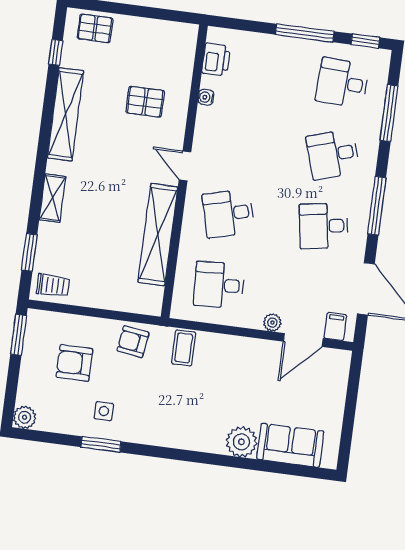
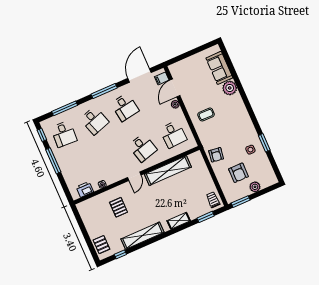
door: (303, 340) -> (175, 88), swing flipped
coffee table: (184, 348) -> (206, 114), moved
plant: (25, 417) -> (255, 187), moved

